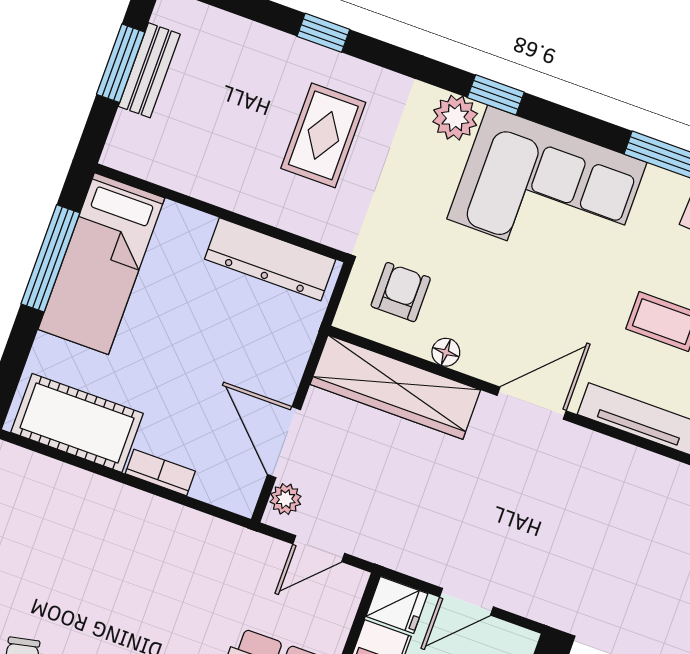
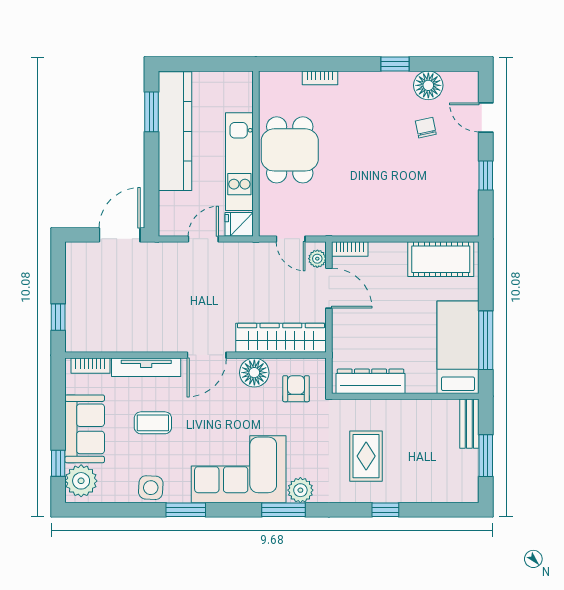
bench: (149, 70) -> (469, 424), moved
window: (496, 95) -> (283, 510), width x1.50
armchair: (401, 292) -> (296, 389), turned 180
floor lamp: (446, 352) -> (254, 373), width x1.89, depth x1.89
bookcase: (160, 472) -> (350, 249), moved
door: (319, 549) -> (291, 239), swing flipped

